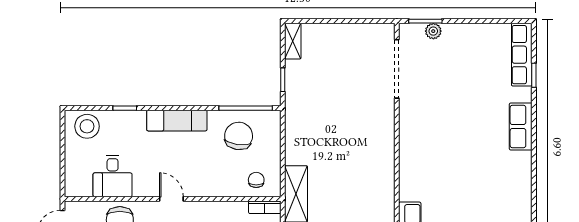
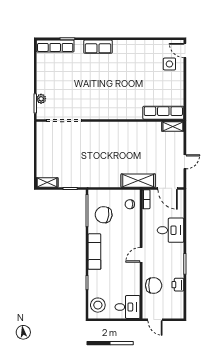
desk: (113, 176) -> (128, 307), moved

